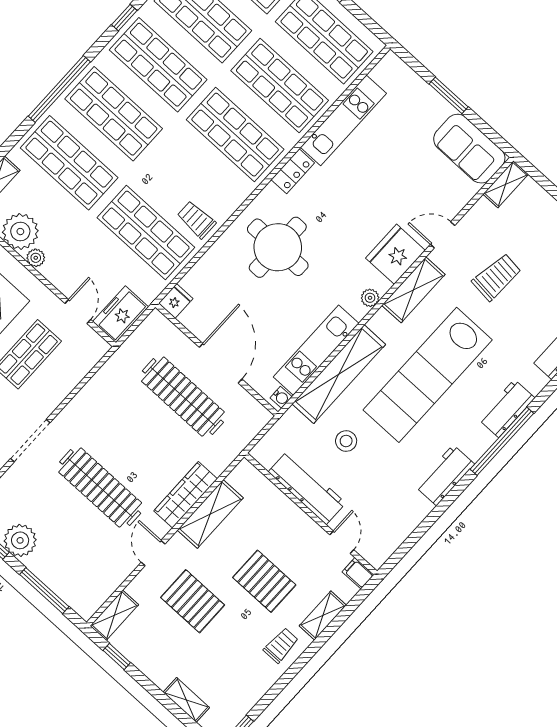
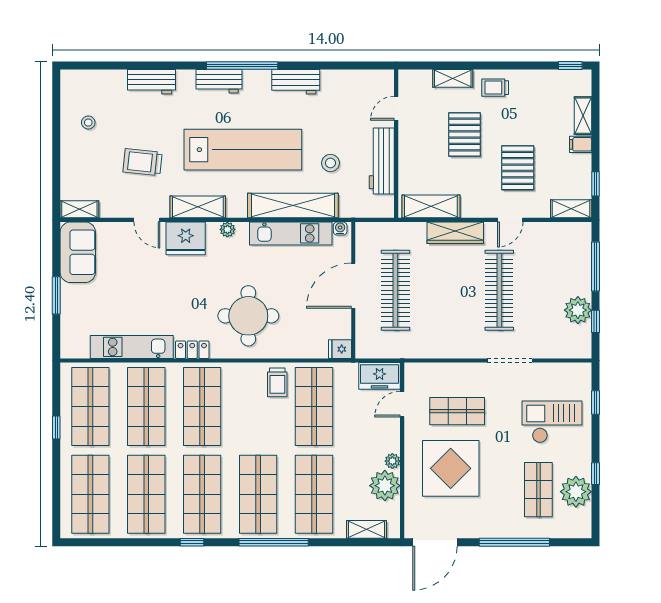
shelving: (210, 514) -> (431, 206), moved
filing cabinet: (358, 573) -> (581, 144), moved, turned 90

